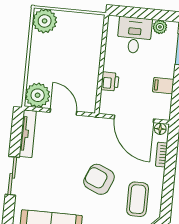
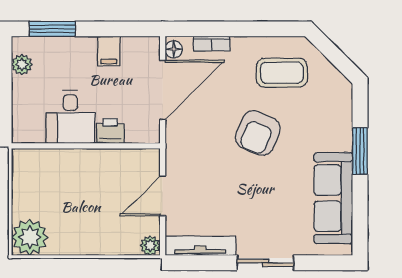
desk: (134, 35) -> (70, 117), moved, turned -90
plant: (38, 95) -> (150, 246), width x0.53, depth x0.53

